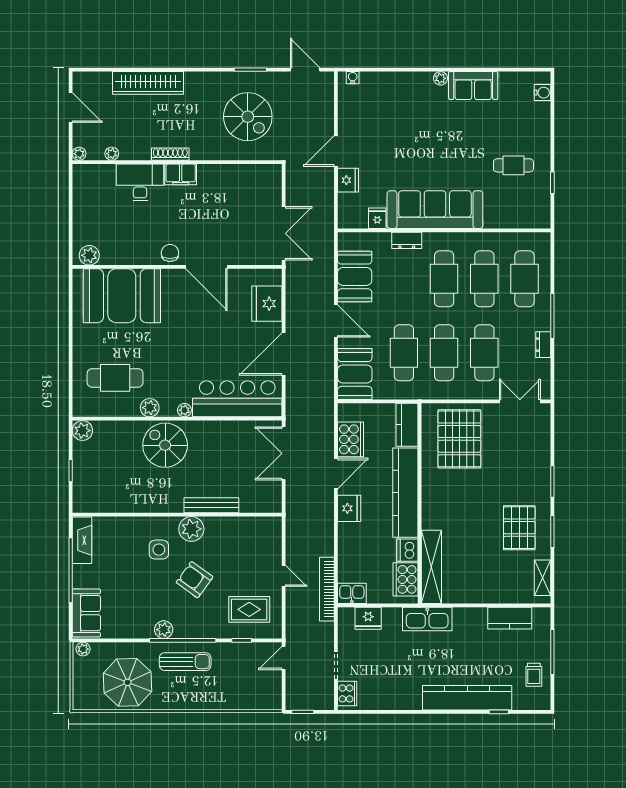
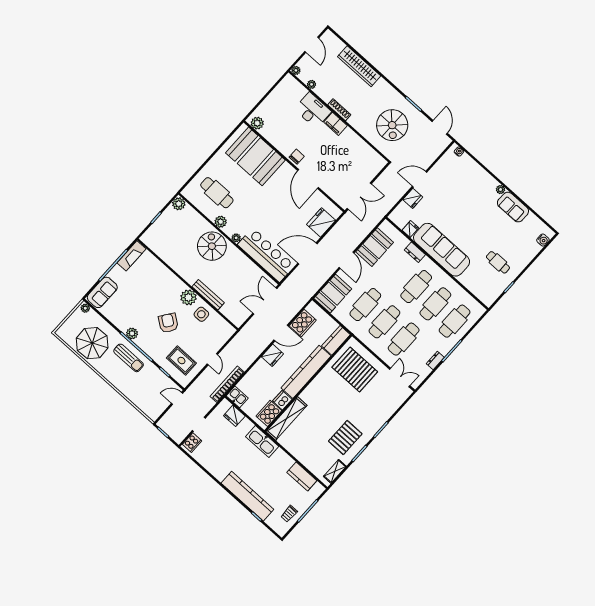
pallet: (459, 439) -> (355, 369), turned 90
side table: (159, 550) -> (201, 314), moved

